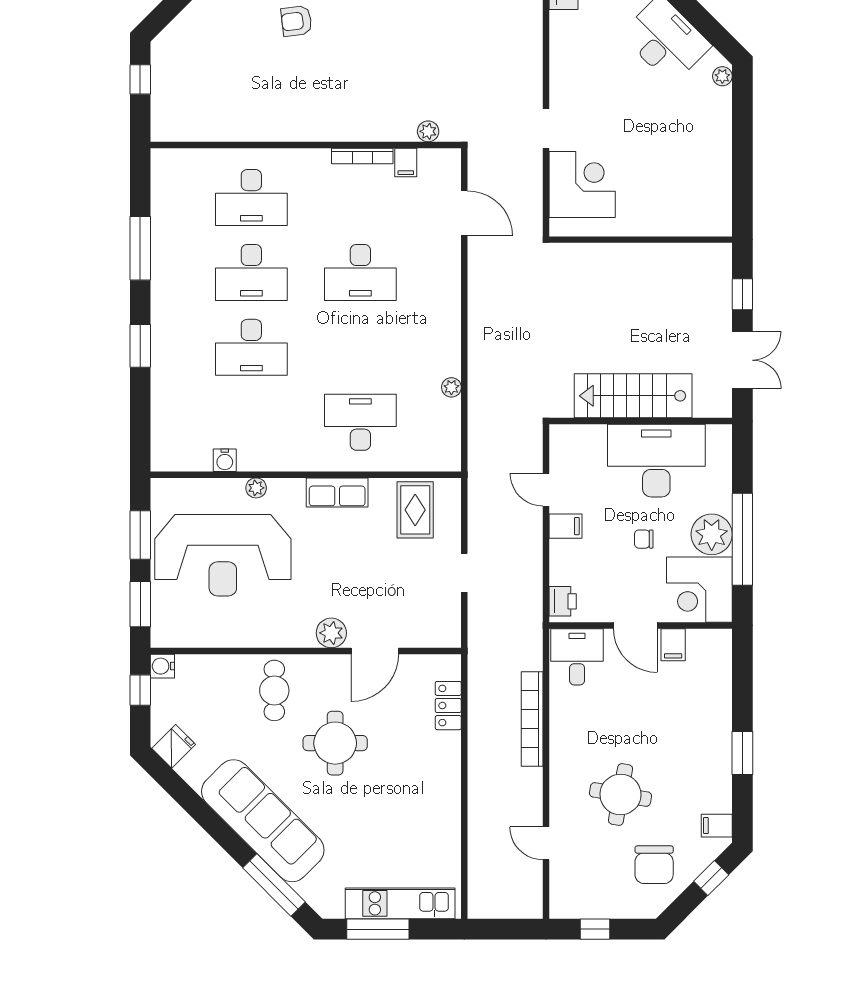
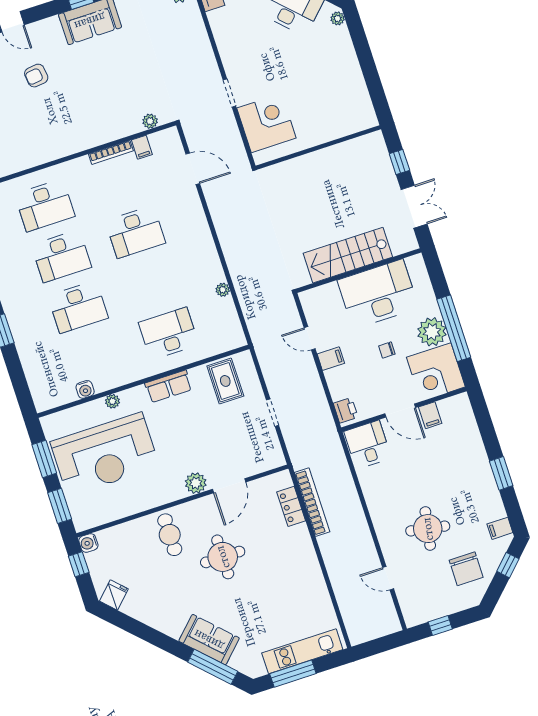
bookcase: (532, 719) -> (312, 502), moved, turned 180
sofa: (263, 821) -> (209, 640), width x0.54, depth x0.79

